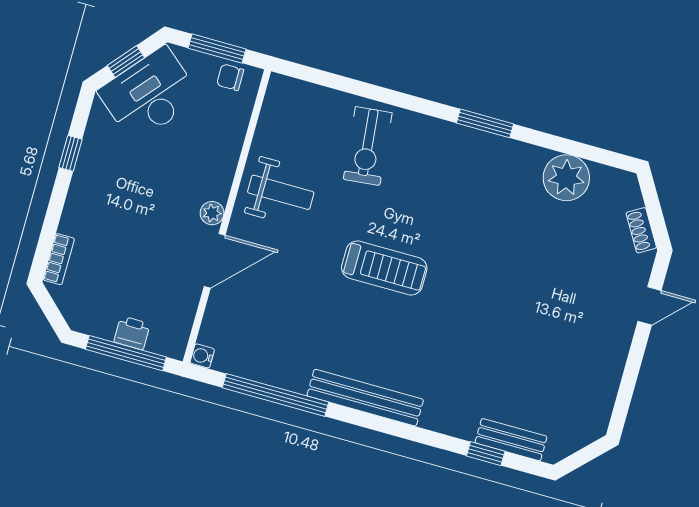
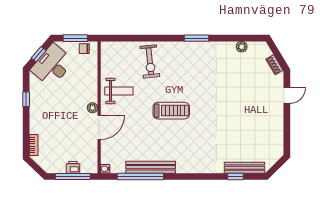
plant: (566, 178) -> (242, 47), width x0.53, depth x0.53
bench: (365, 398) -> (151, 167), moved
bench: (511, 440) -> (244, 168), width x1.36

